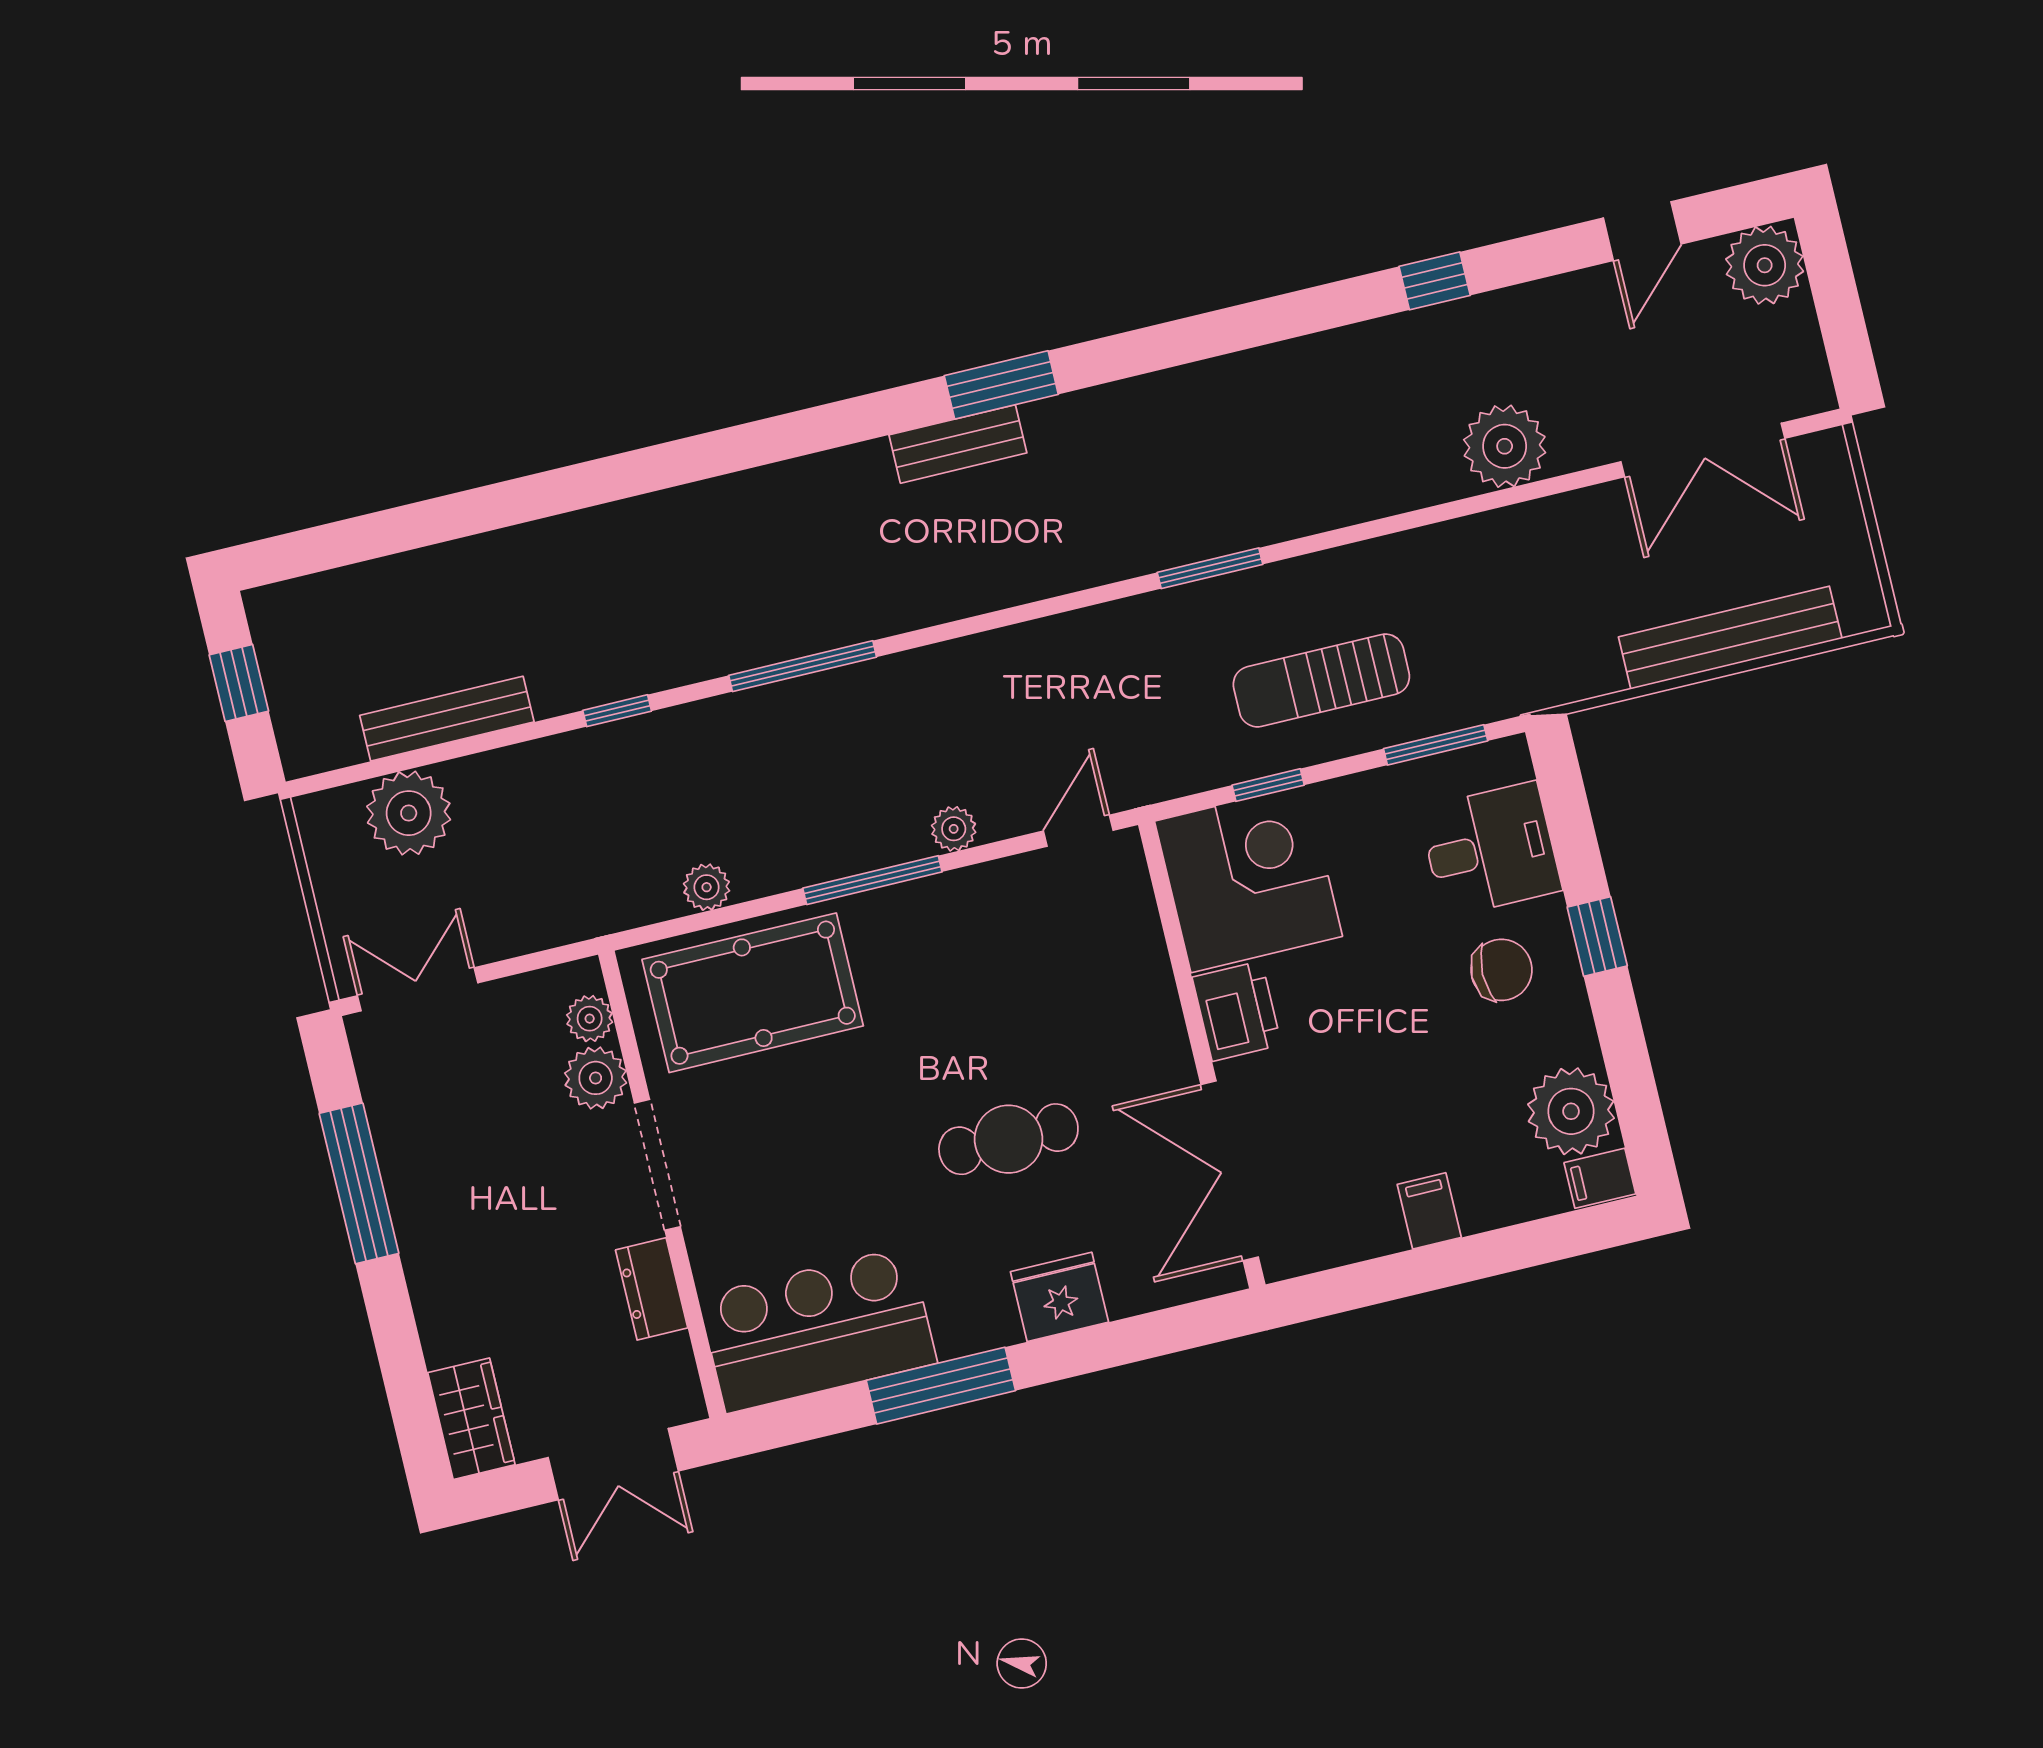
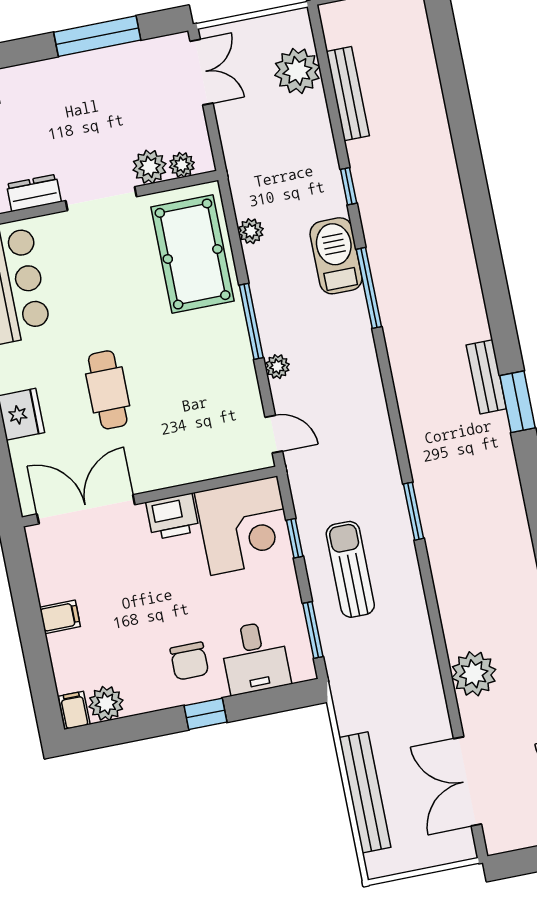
barbecue: (746, 729) -> (336, 256), added
plant: (1571, 1111) -> (106, 703), width x0.73, depth x0.73

